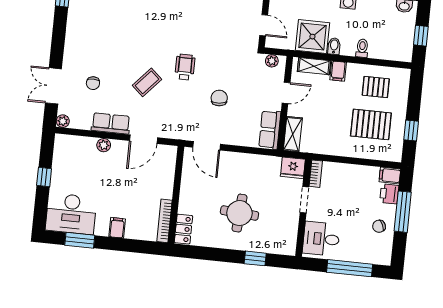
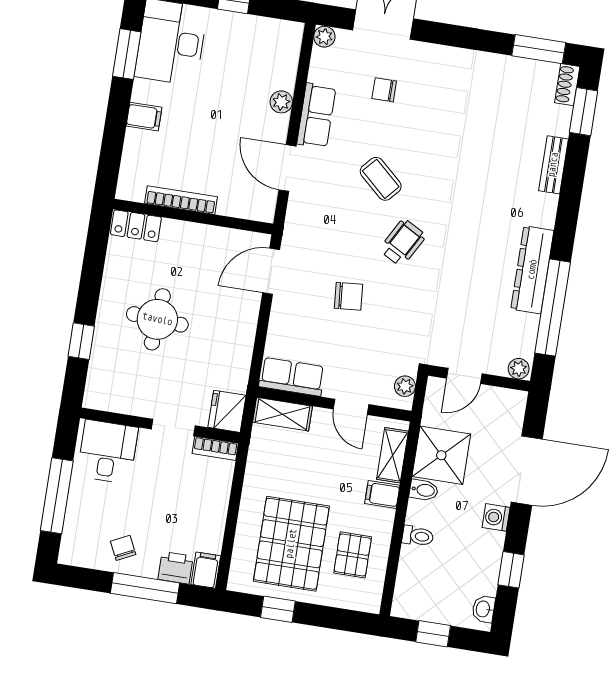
wheelchair: (185, 67) -> (402, 243), turned -61
pallet: (371, 124) -> (291, 544), width x1.37, depth x1.41
bookcase: (164, 221) -> (181, 200), moved

